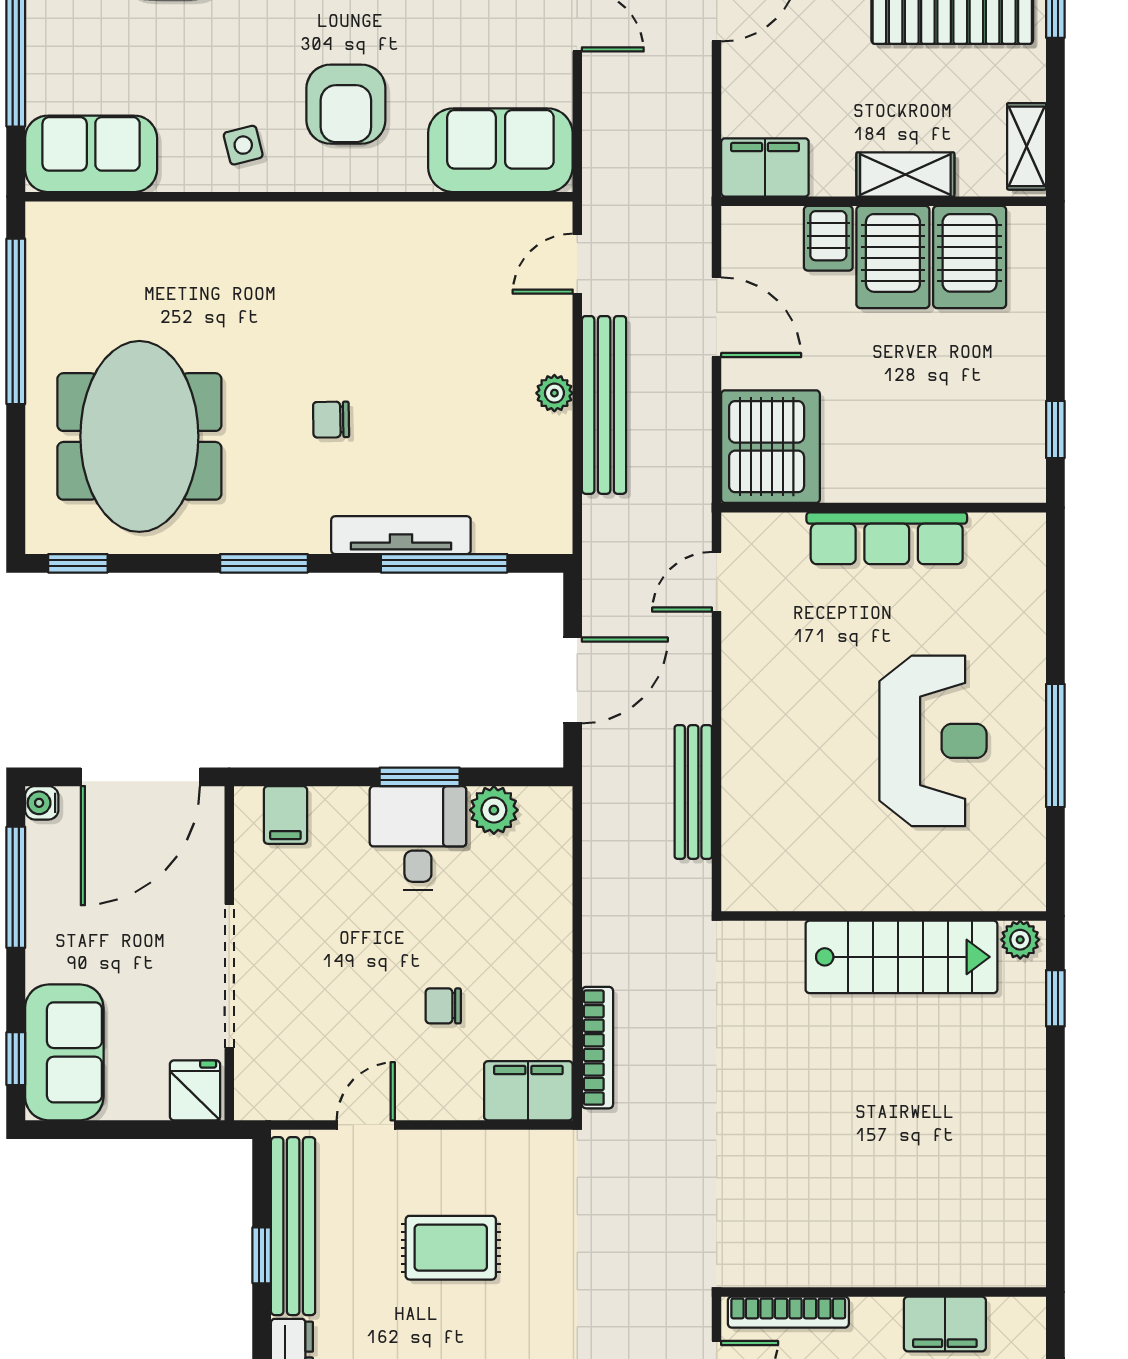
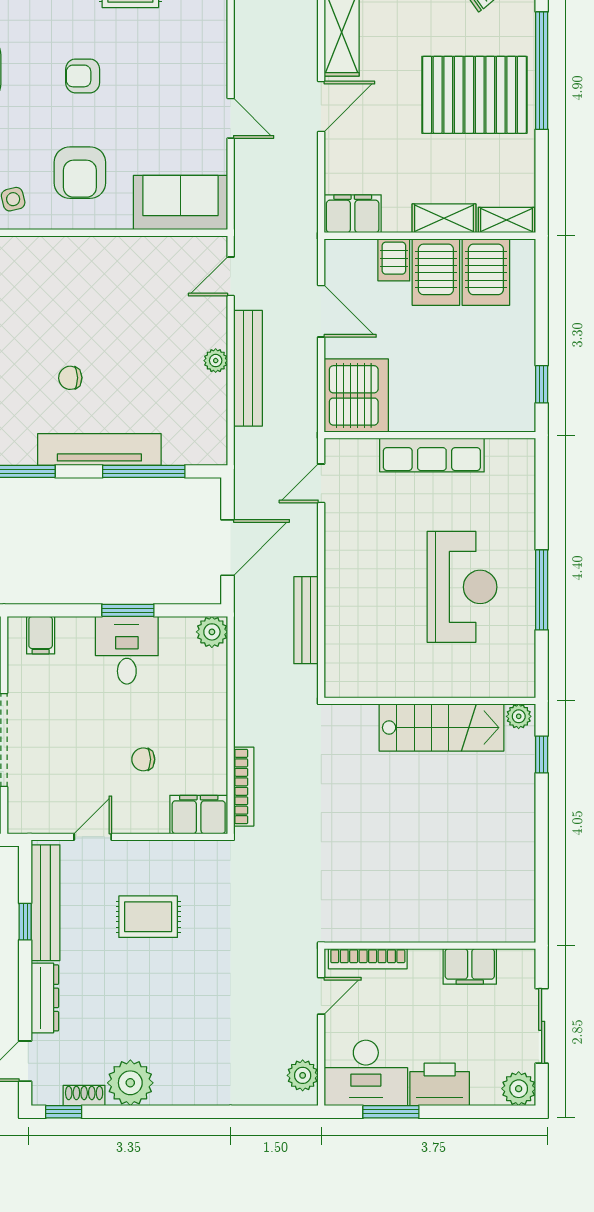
shelving: (1027, 146) -> (506, 220), moved, turned 90
tv unit: (401, 535) -> (99, 450), width x1.36, depth x1.29
plant: (494, 810) -> (212, 632), moved

